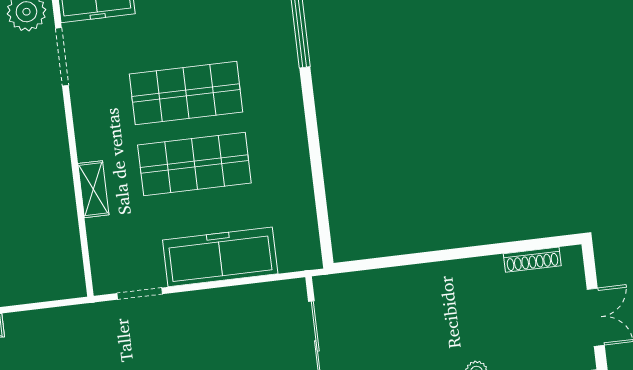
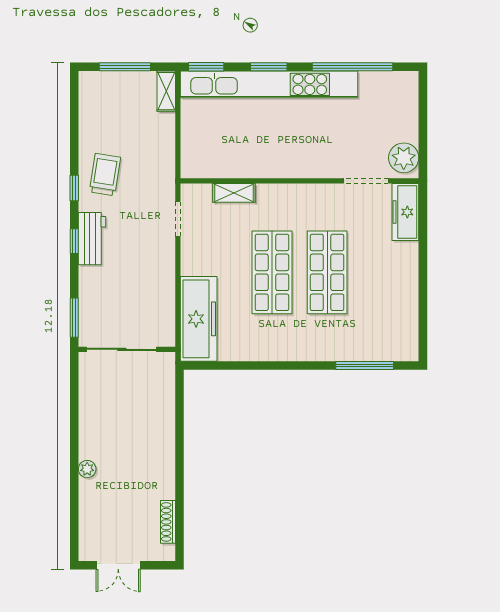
shelving: (93, 189) -> (234, 193), moved
freezer: (220, 257) -> (199, 319), moved

